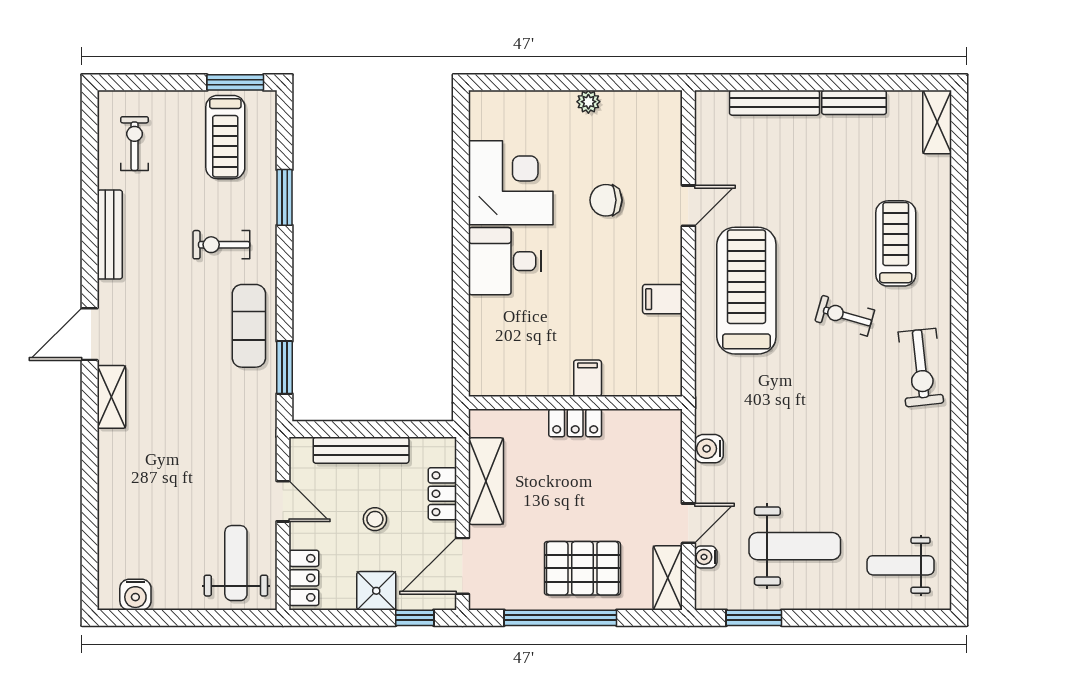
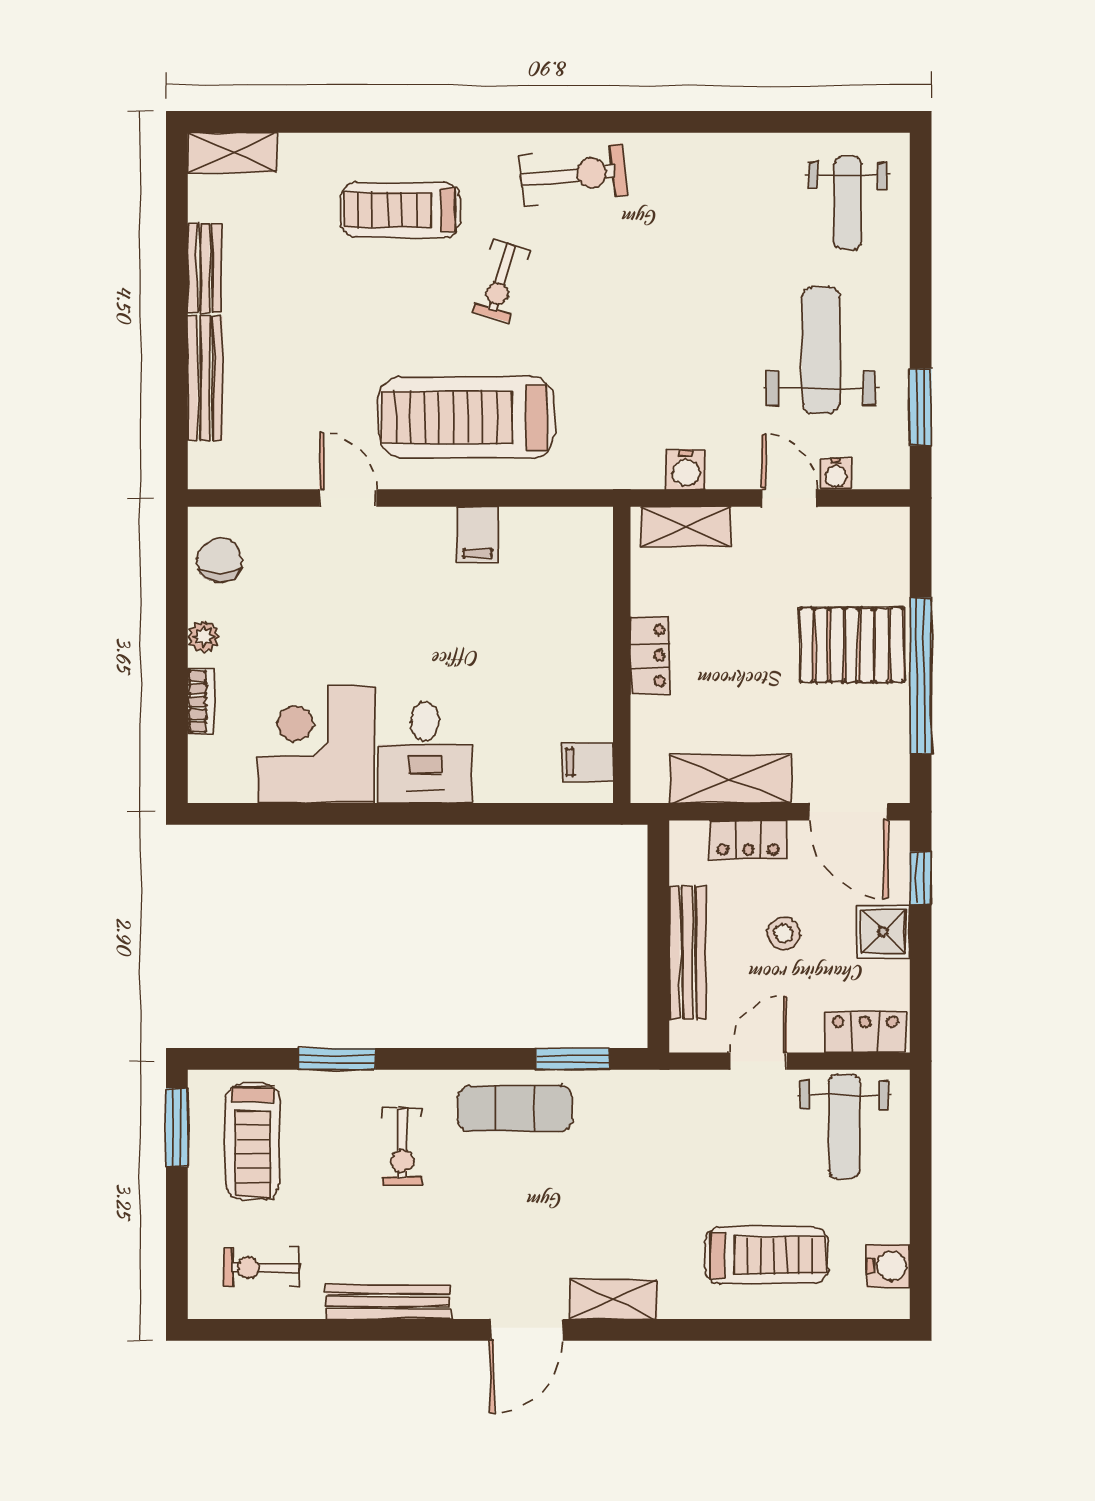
bookcase: (542, 100) -> (201, 702), added
treadmill: (225, 137) -> (253, 1141), turned 90
chair: (606, 200) -> (219, 560), moved, turned 180
door: (90, 334) -> (527, 1330), hinge flipped
filing cabinet: (588, 378) -> (588, 762), moved
treadmill: (143, 507) -> (767, 1255), added
weight bench: (236, 563) -> (844, 1126), turned -90
pallet: (582, 568) -> (852, 645), turned 90
shelving: (668, 578) -> (686, 527), moved

